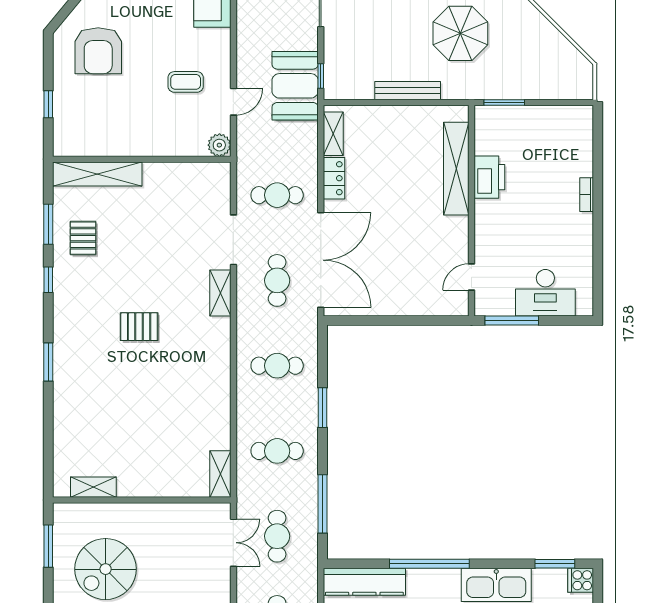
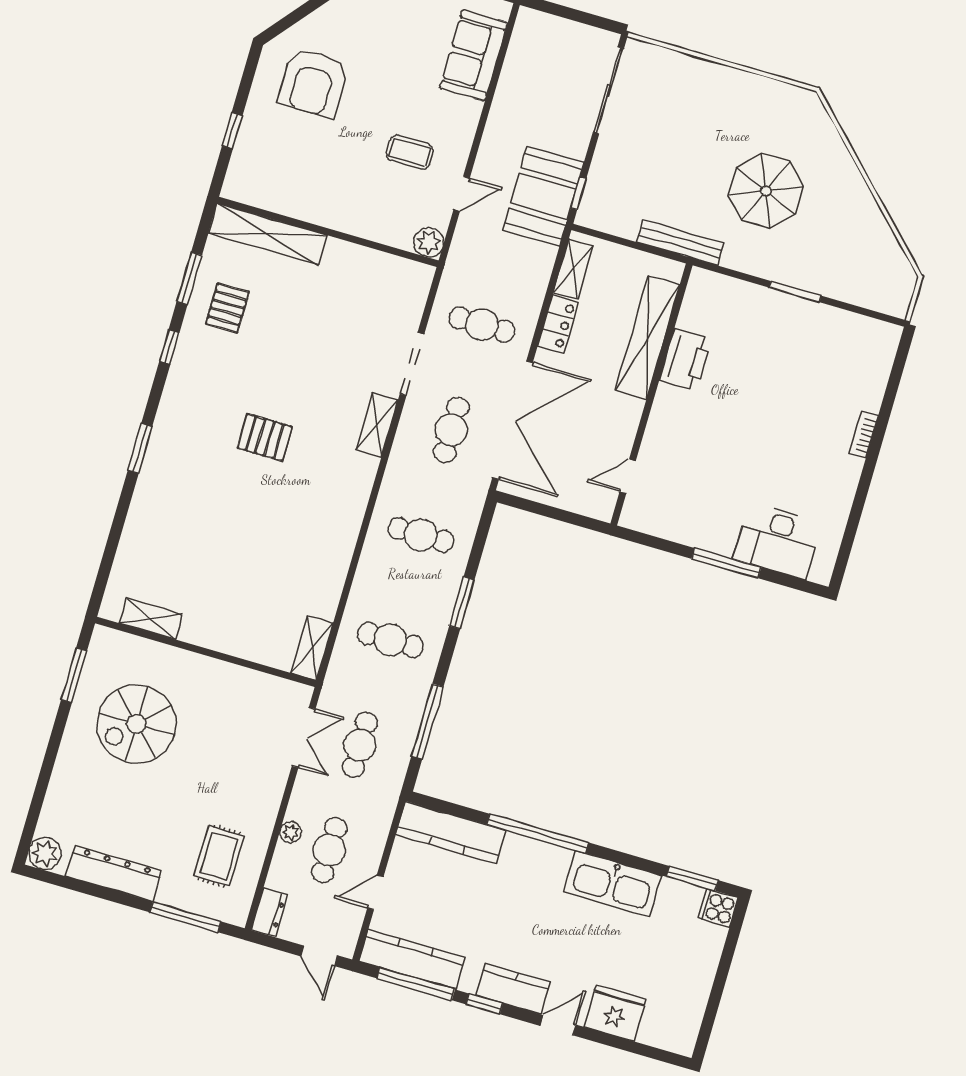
shelving: (456, 169) -> (648, 337), moved
printer: (489, 177) -> (685, 360), moved
wall: (472, 211) -> (651, 394), moved
door: (472, 277) -> (628, 476), moved

